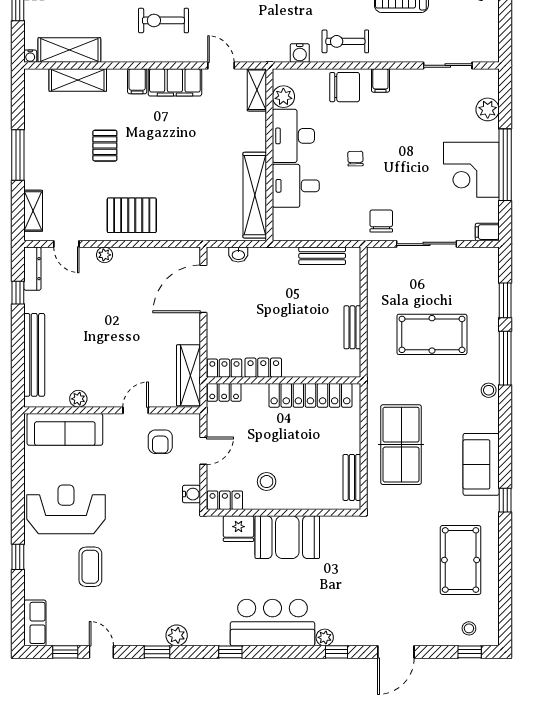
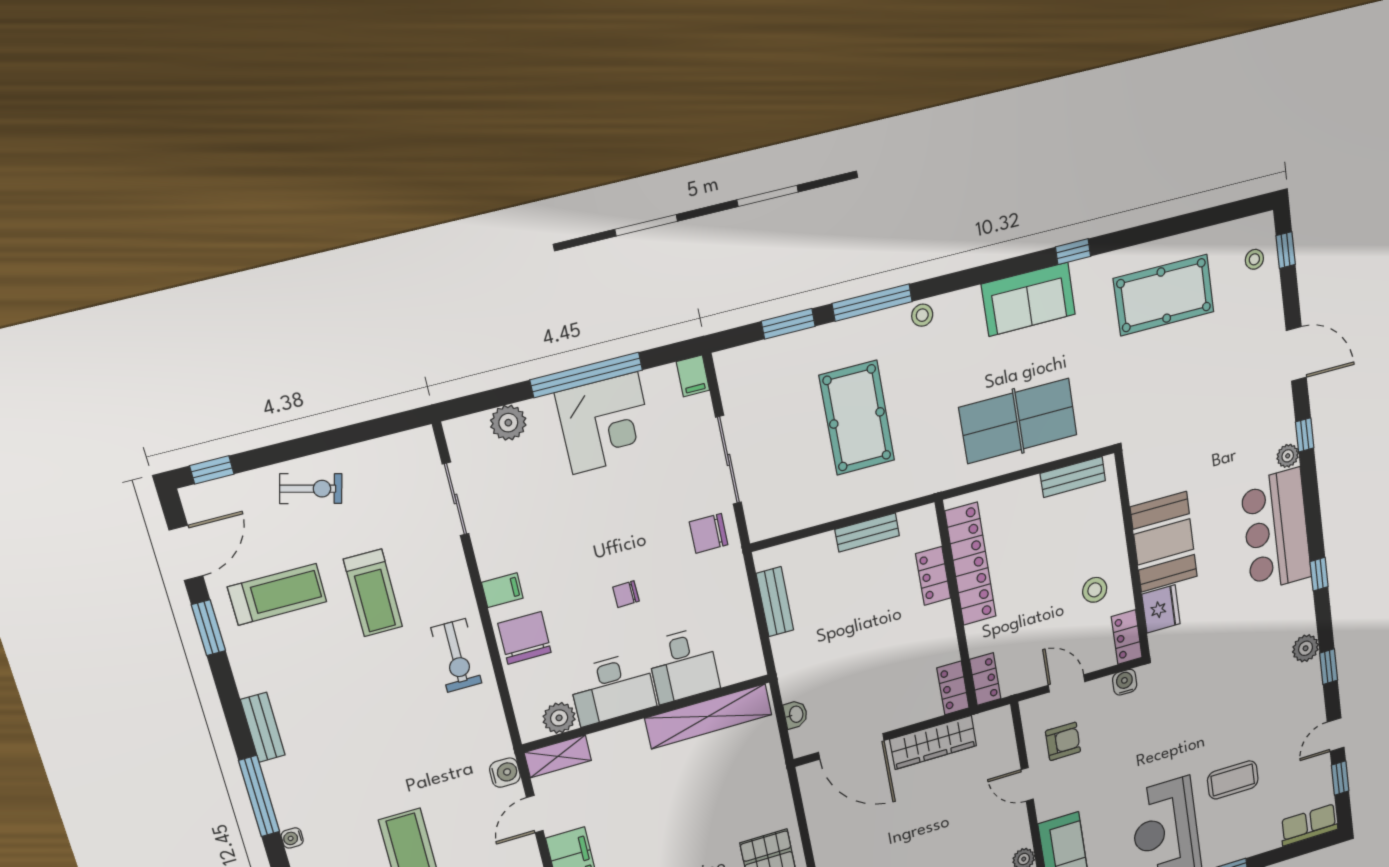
water cooler: (300, 53) -> (505, 773), moved
locker: (263, 368) -> (933, 576), moved
wardrobe: (188, 375) -> (933, 742), moved

